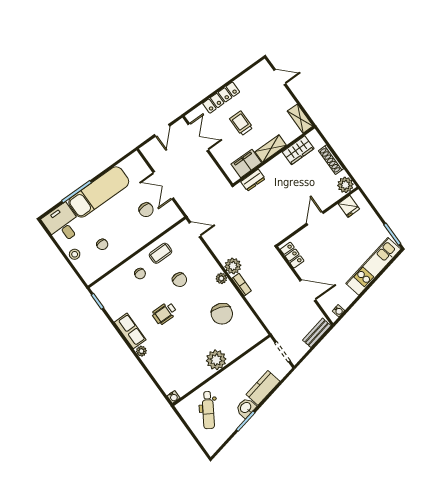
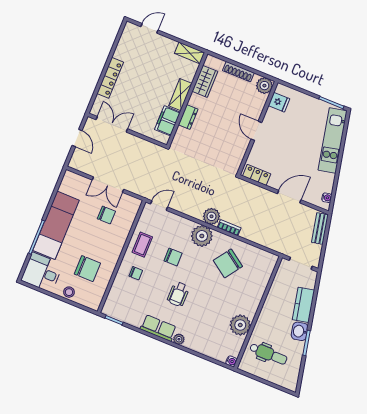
trolley: (241, 123) -> (141, 89), removed
dresser: (253, 180) -> (188, 117), moved
chair: (102, 244) -> (87, 269), width x1.87, depth x1.87
plant: (221, 278) -> (202, 236), width x1.88, depth x1.88
chair: (222, 314) -> (228, 263), turned 104
plant: (216, 360) -> (240, 325), moved
dental chair: (208, 410) -> (268, 354), turned -32

